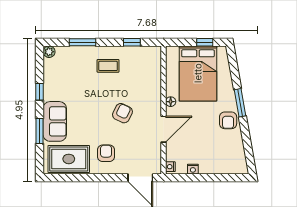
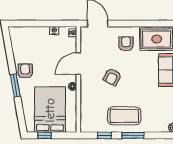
window: (83, 42) -> (133, 135), moved
coffee table: (108, 66) -> (124, 116), width x1.86, depth x1.72
armchair: (106, 153) -> (126, 44), turned 180

